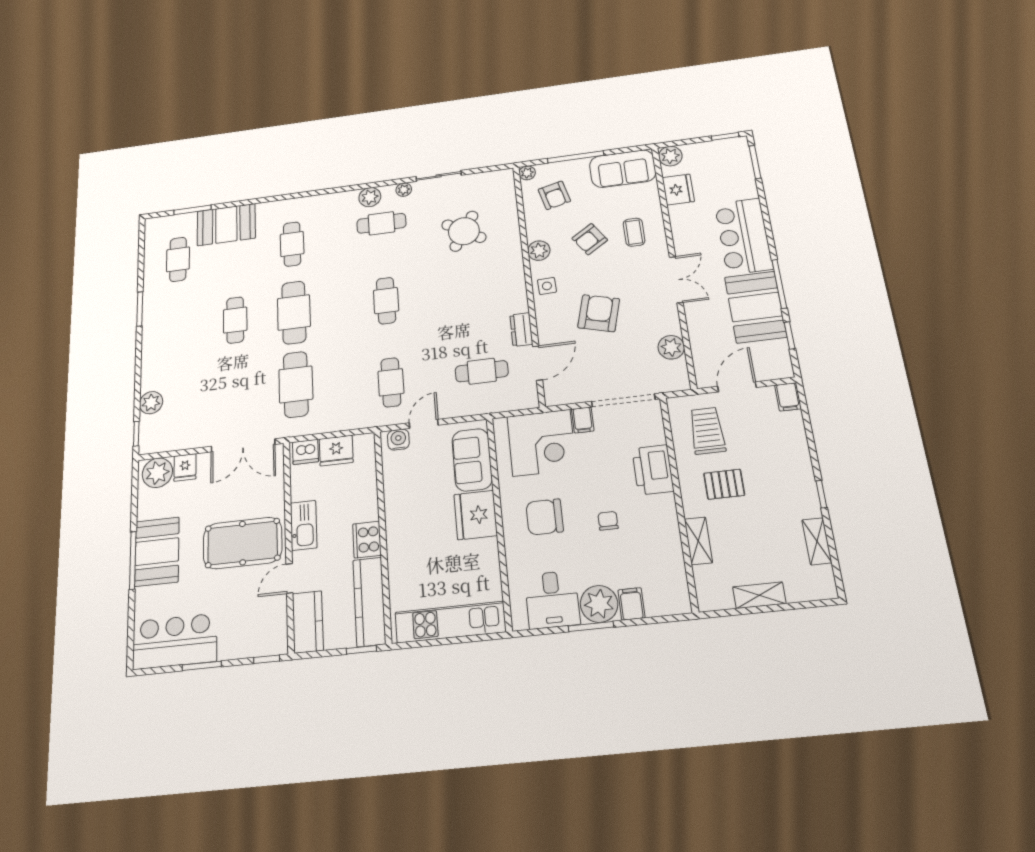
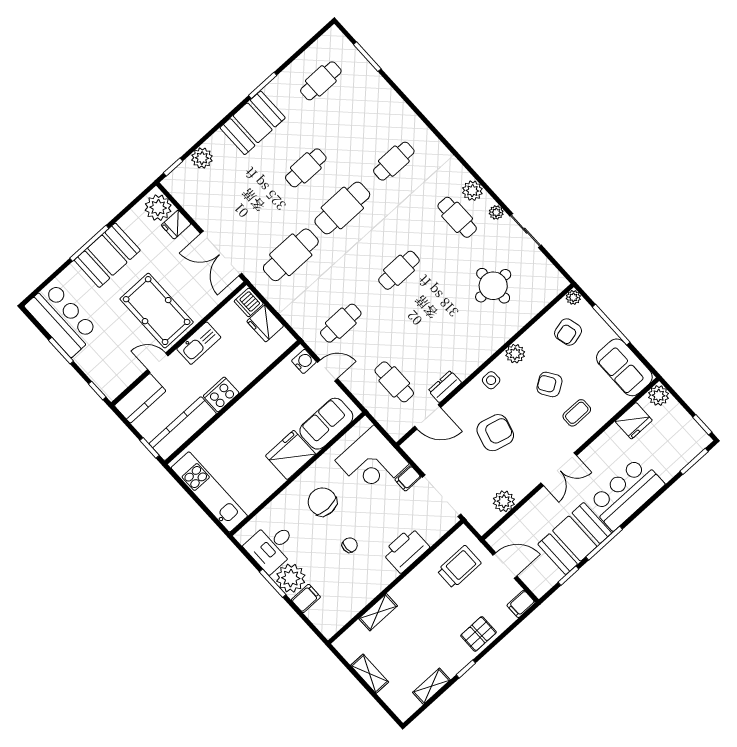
booth: (226, 225) -> (253, 123), moved, turned 90
round table: (464, 231) -> (493, 286), turned -31
pallet: (724, 484) -> (478, 634), moved, turned 90

